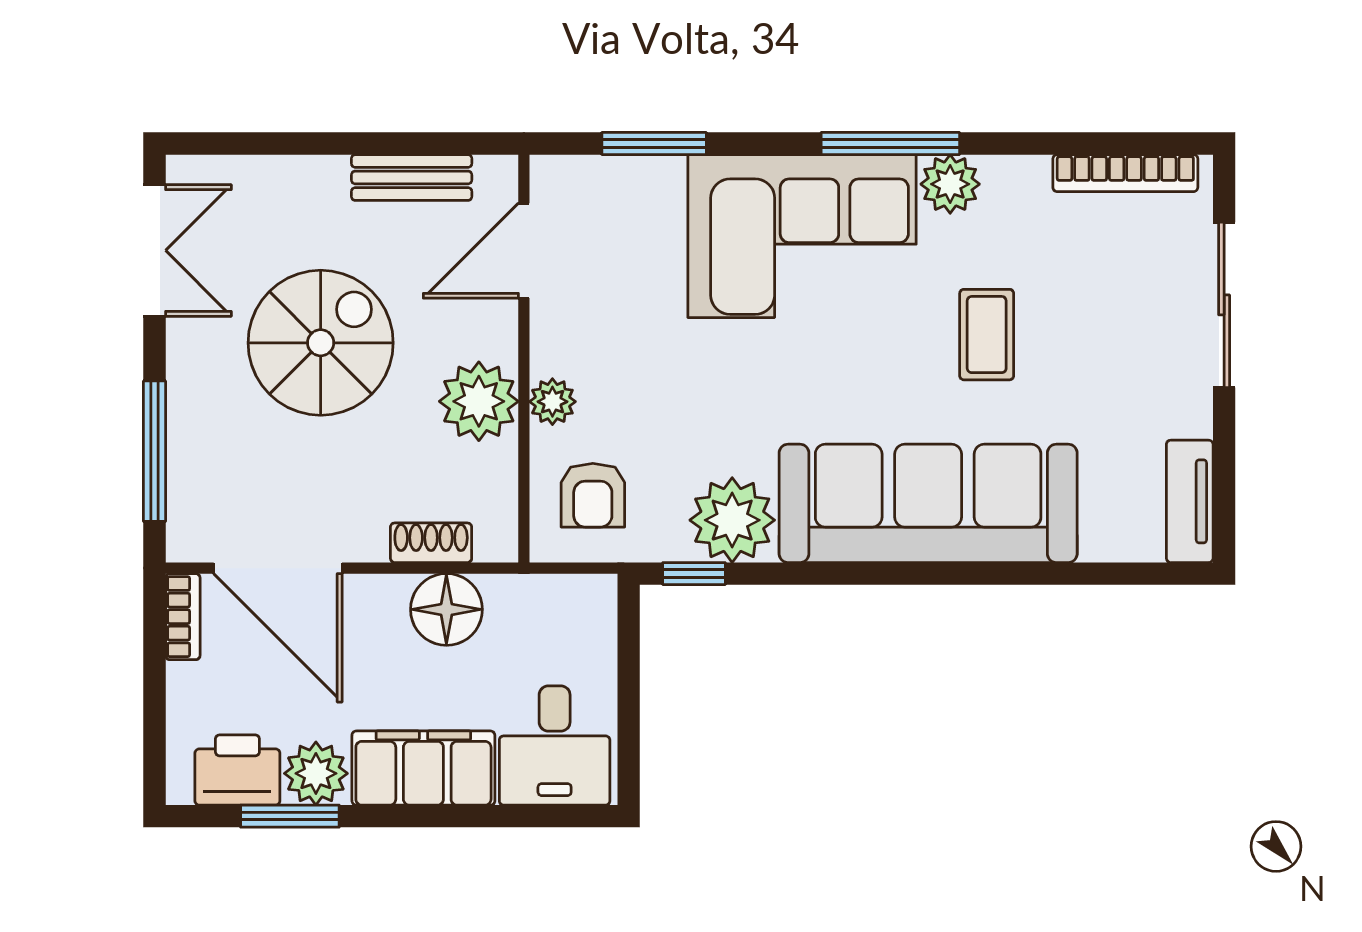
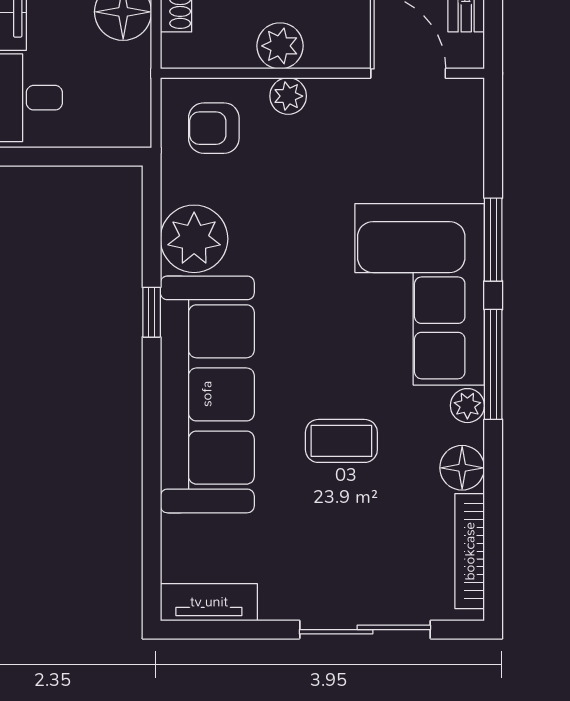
window: (654, 143) -> (493, 240), moved
floor lamp: (1020, 183) -> (462, 468), added
plant: (950, 184) -> (467, 406), width x0.73, depth x0.73
plant: (479, 401) -> (280, 46), width x0.73, depth x0.73
window: (694, 574) -> (152, 312), moved

